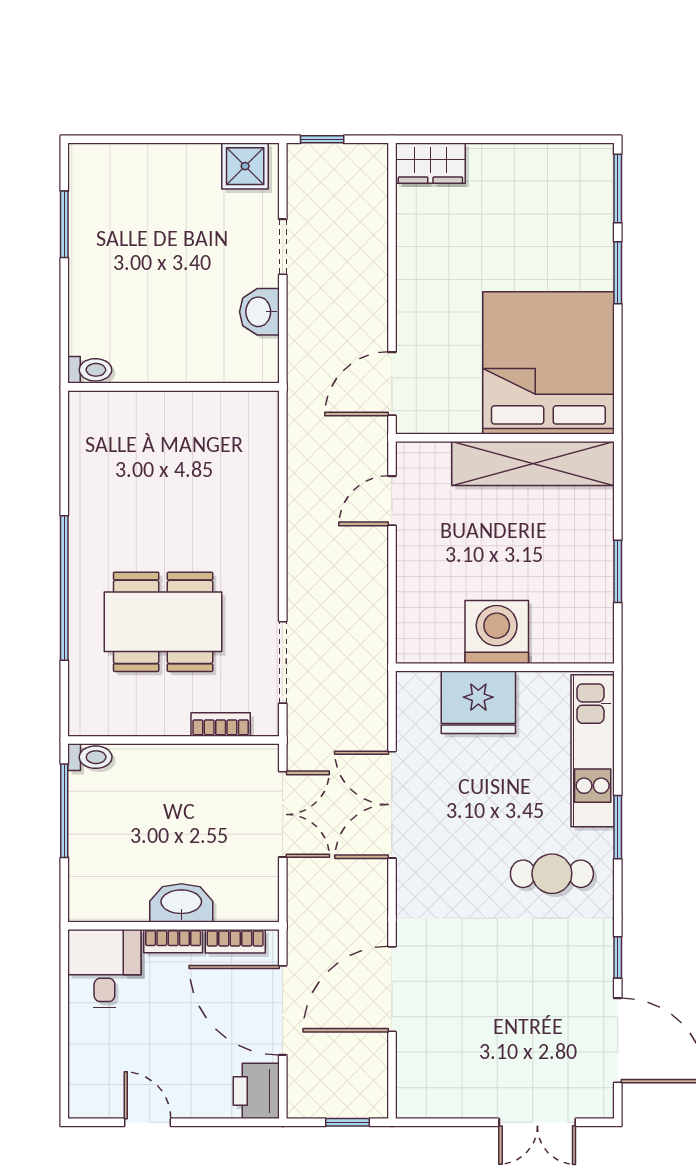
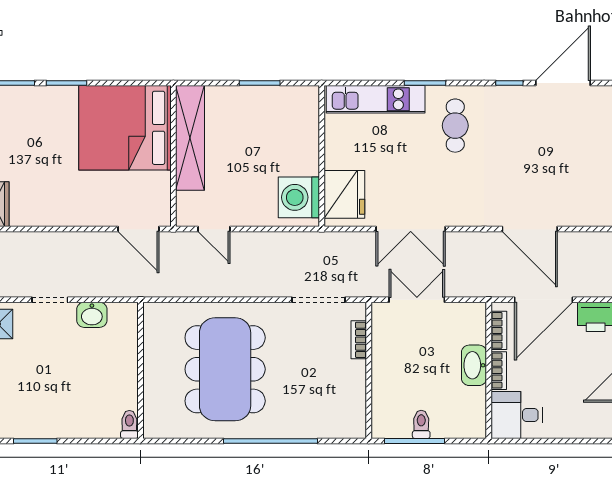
dining table: (163, 622) -> (225, 369), moved, width x1.36, depth x1.24
washing machine: (497, 632) -> (299, 197), moved
fridge: (478, 702) -> (344, 194), moved
toilet: (90, 757) -> (421, 424), moved

